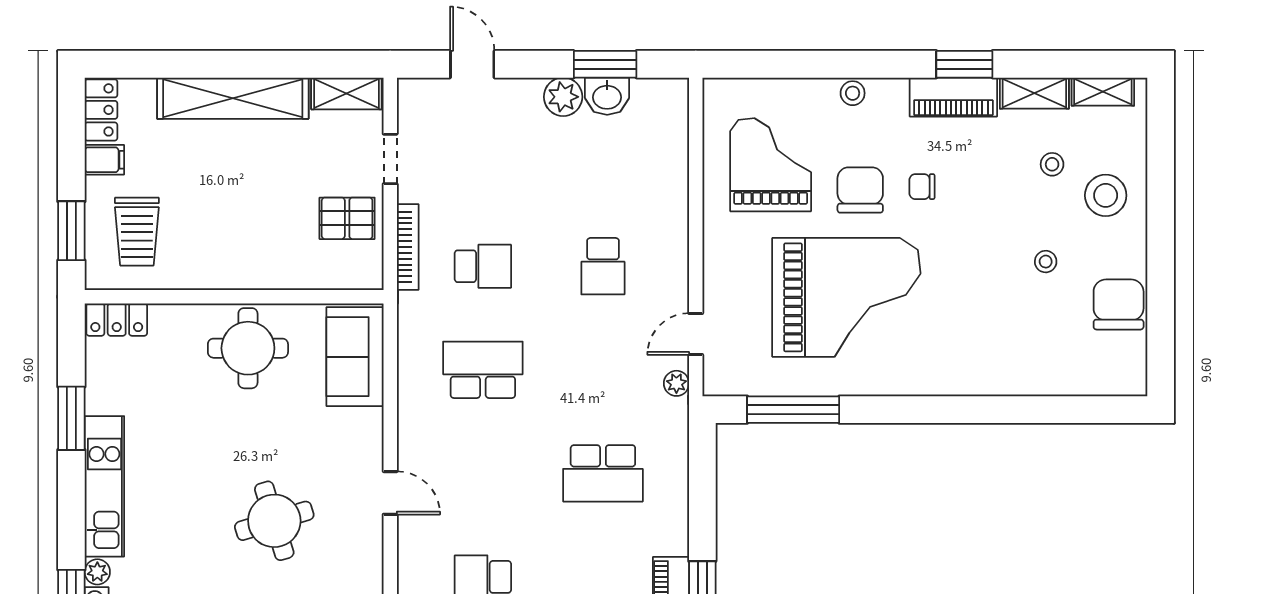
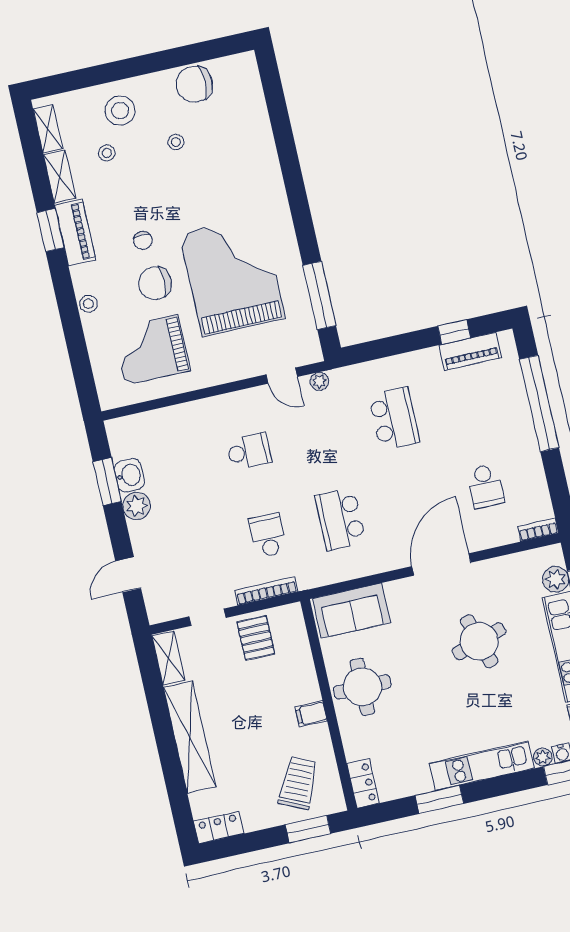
filing cabinet: (104, 160) -> (311, 714), moved, turned -90
trolley: (137, 232) -> (298, 783), turned -65
door: (390, 493) -> (441, 564), width x1.88

